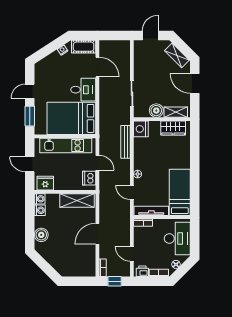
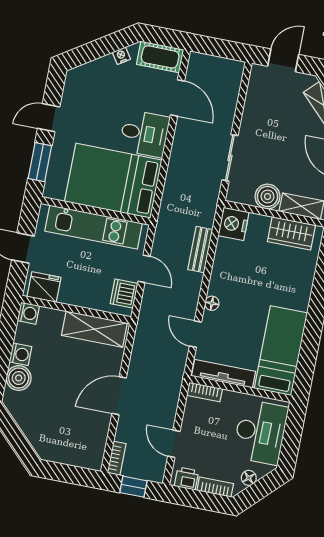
bench: (126, 142) -> (200, 250), width x0.73
washing machine: (40, 210) -> (21, 354), moved

